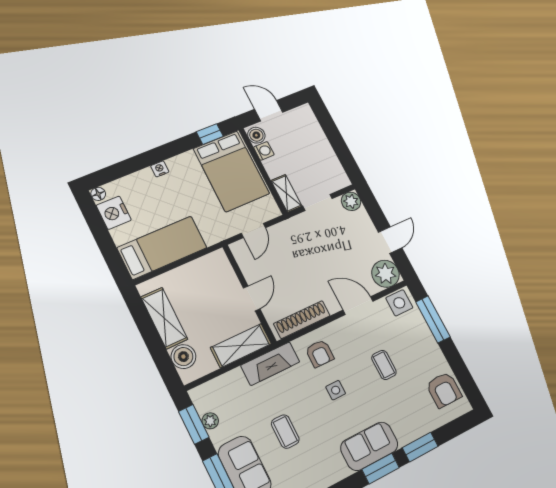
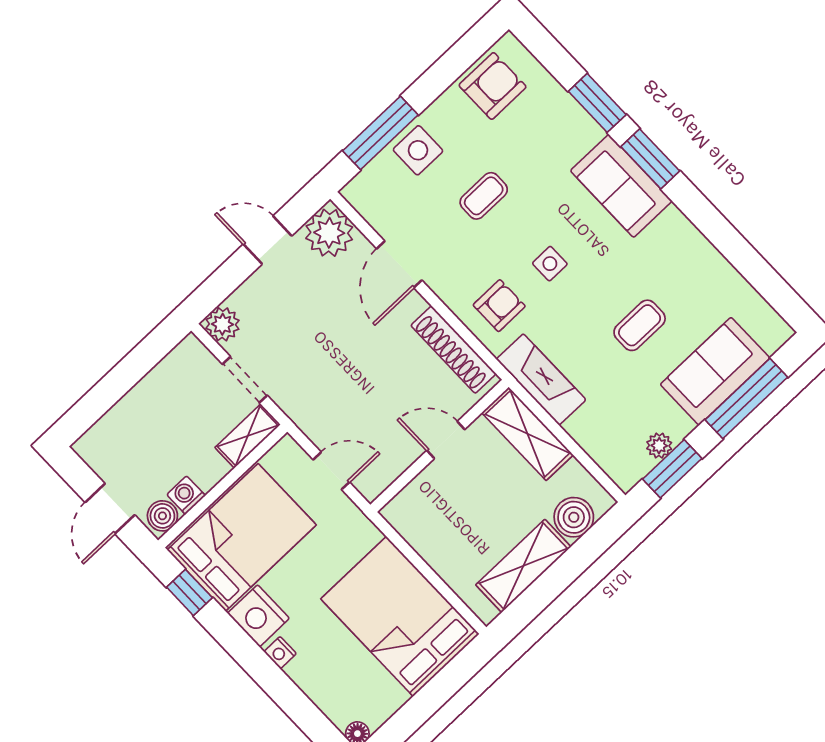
nightstand: (114, 213) -> (258, 616), moved, turned 90
bed: (162, 248) -> (400, 616), width x1.50
side table: (399, 303) -> (418, 150), moved

